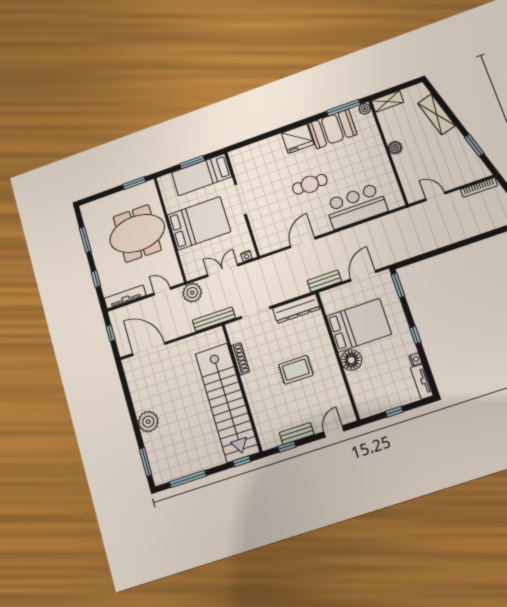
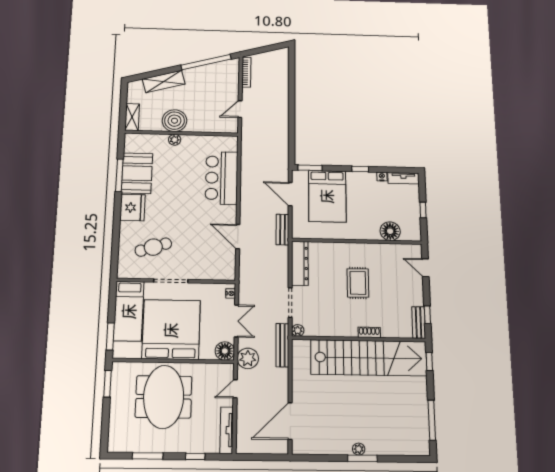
window: (343, 108) -> (119, 175), moved
plant: (365, 109) -> (175, 140), moved
window: (474, 145) -> (206, 62), width x2.11
boiler: (395, 148) -> (174, 121), width x1.86, depth x1.86
window: (192, 162) -> (110, 336), moved
cafe table: (310, 184) -> (153, 247), moved, turned 72
bed: (199, 223) -> (171, 330), width x1.36
floor lamp: (193, 270) -> (225, 351), added
double door: (223, 270) -> (236, 321), swing flipped
bed: (359, 325) -> (327, 196), moved, turned 180
plant: (232, 328) -> (298, 330), added
window: (111, 333) -> (259, 457), removed
shoe rack: (240, 359) -> (369, 332), moved, width x0.70
floor lamp: (351, 360) -> (390, 231), moved
plant: (148, 422) -> (359, 449), width x0.53, depth x0.53
bench: (297, 433) -> (419, 322), moved
window: (146, 462) -> (362, 458), moved

